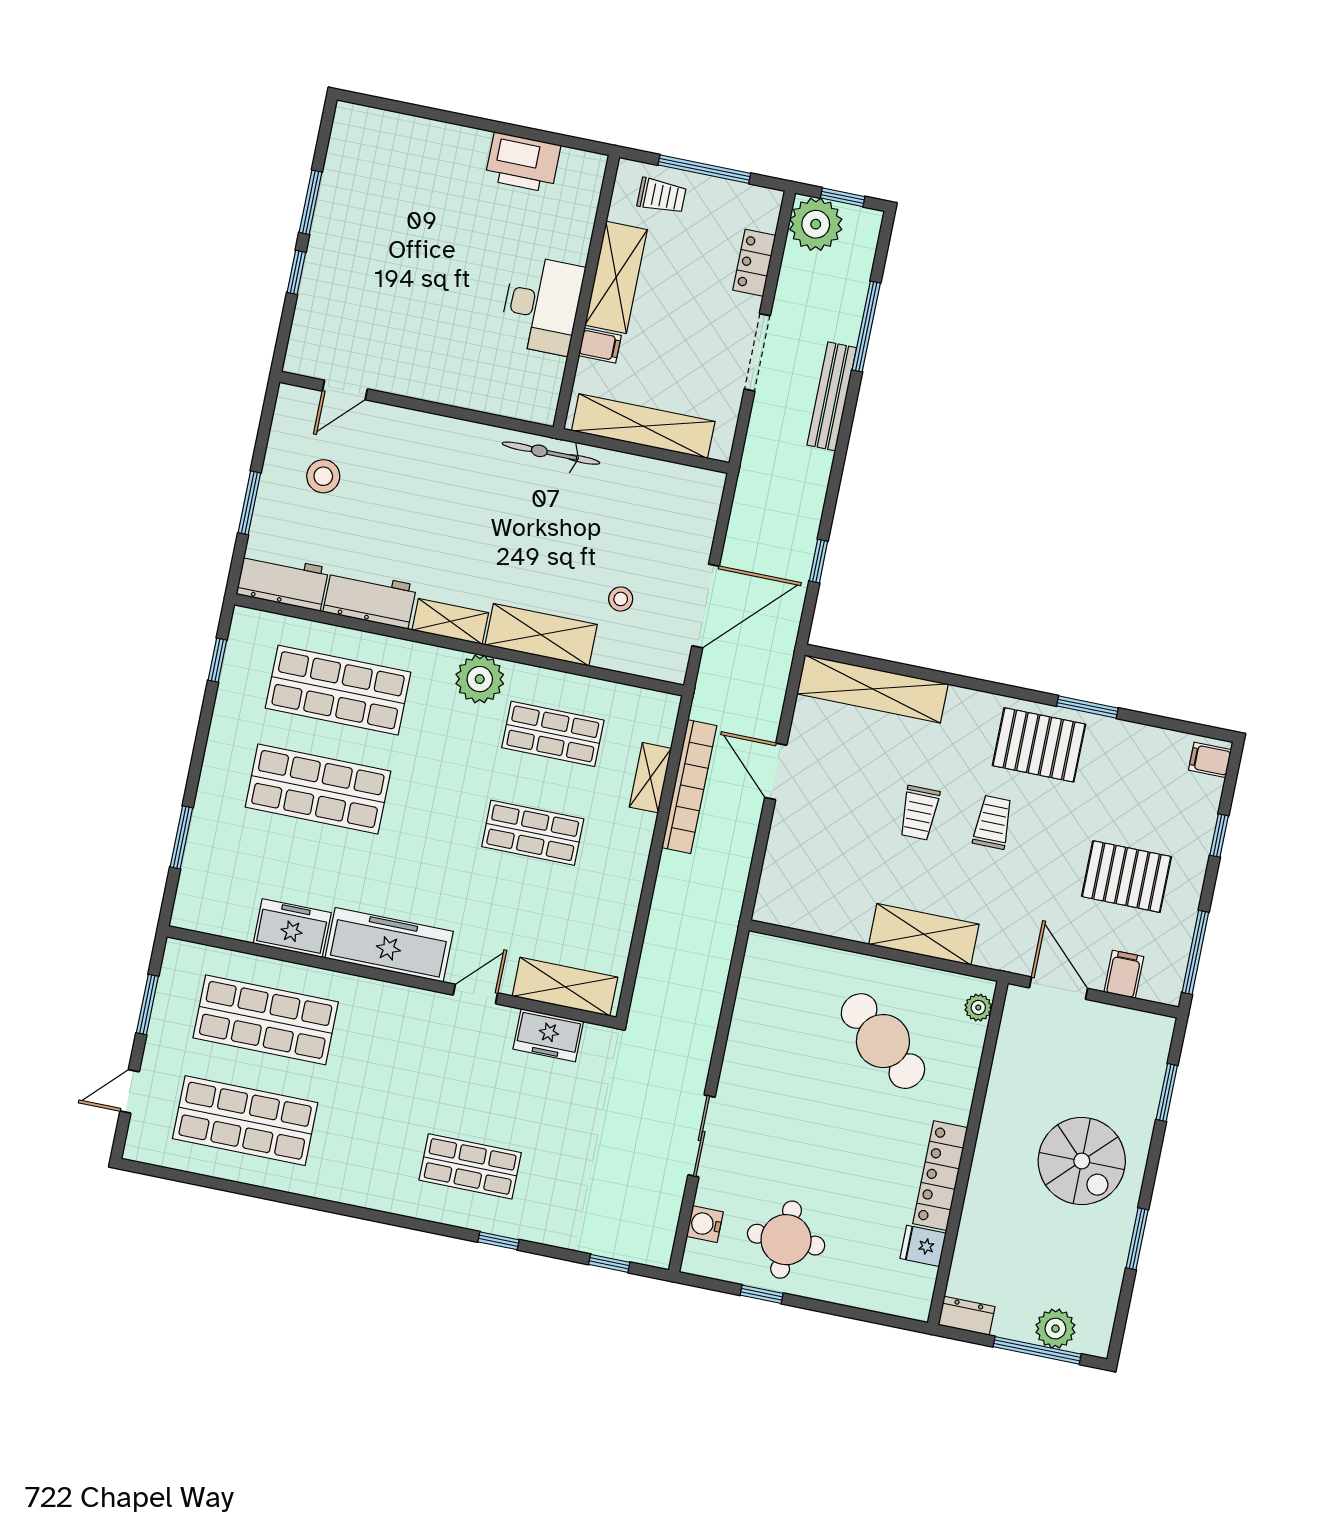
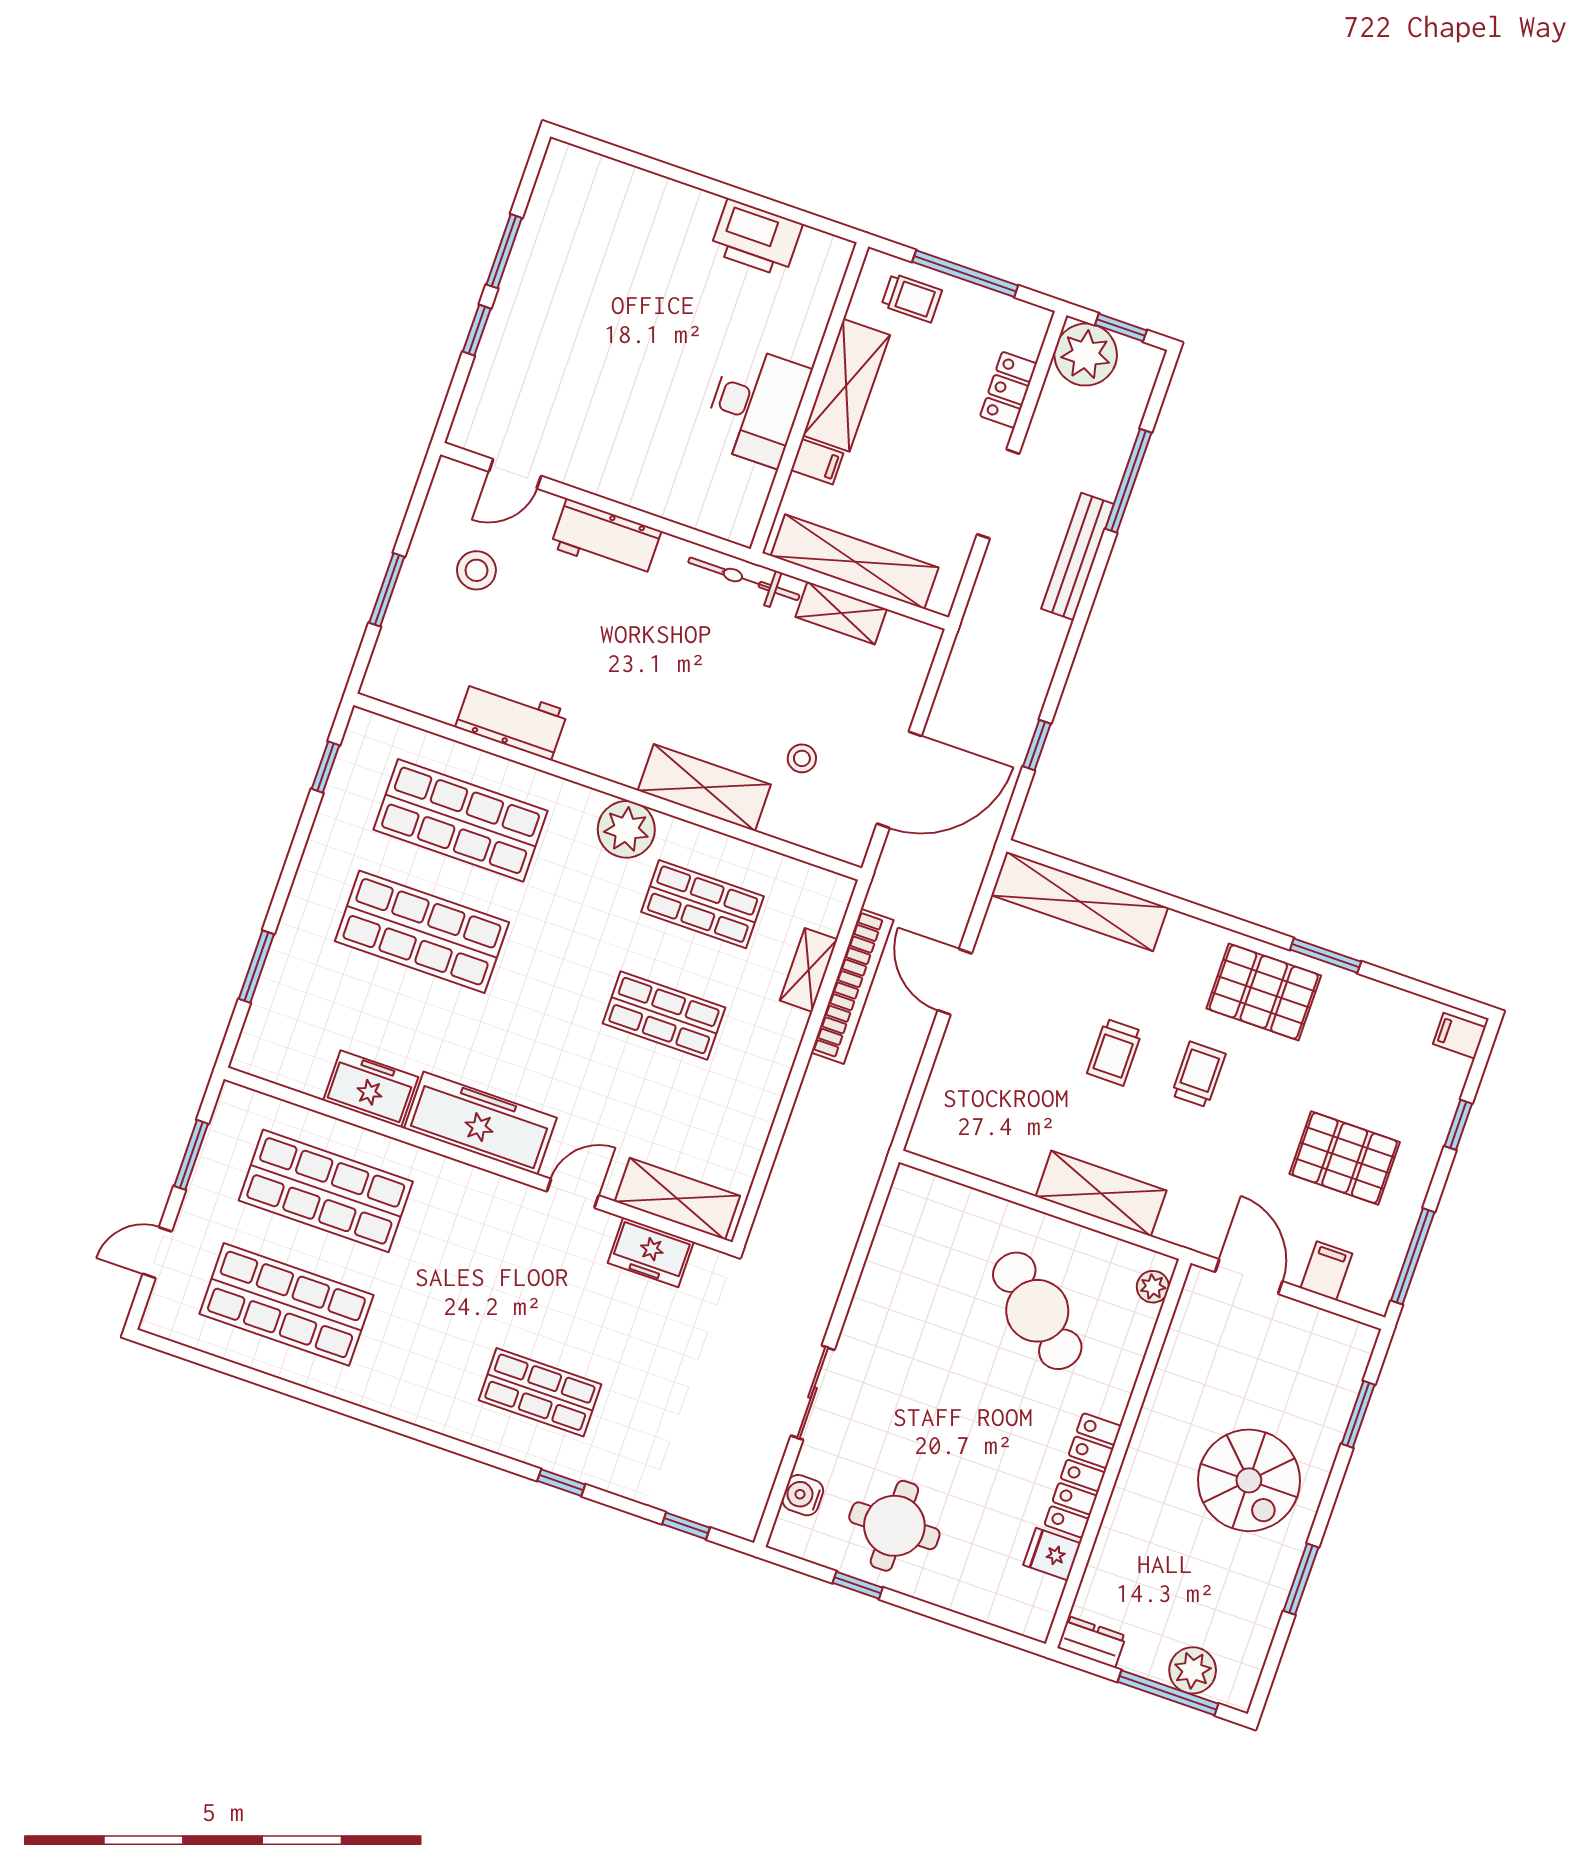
workbench: (283, 581) -> (606, 539), moved, turned 180
shelving: (450, 621) -> (841, 613), moved

